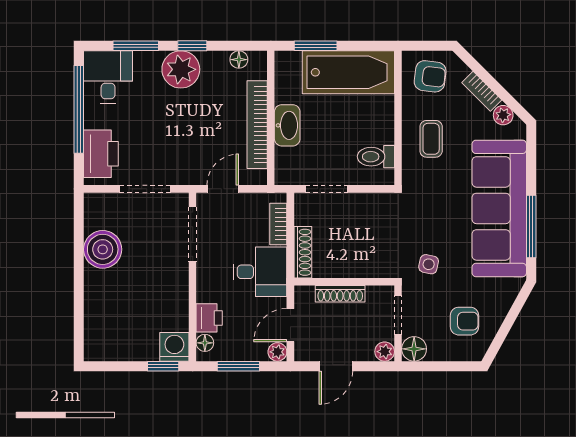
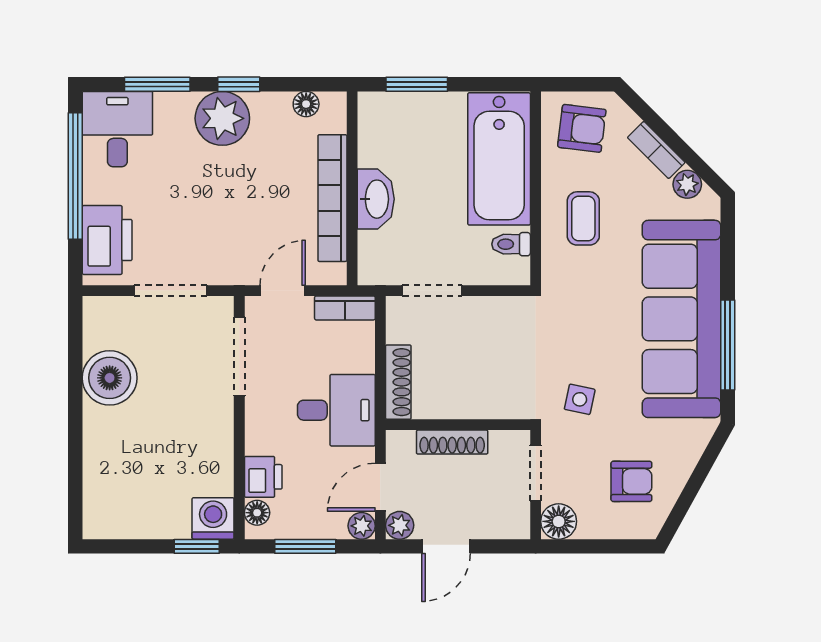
bathtub: (348, 72) -> (499, 159), moved, turned 90
toilet: (376, 157) -> (511, 244), width x0.73, depth x0.72
bookcase: (278, 224) -> (345, 308), moved, turned -90
plant: (385, 352) -> (400, 525), moved

